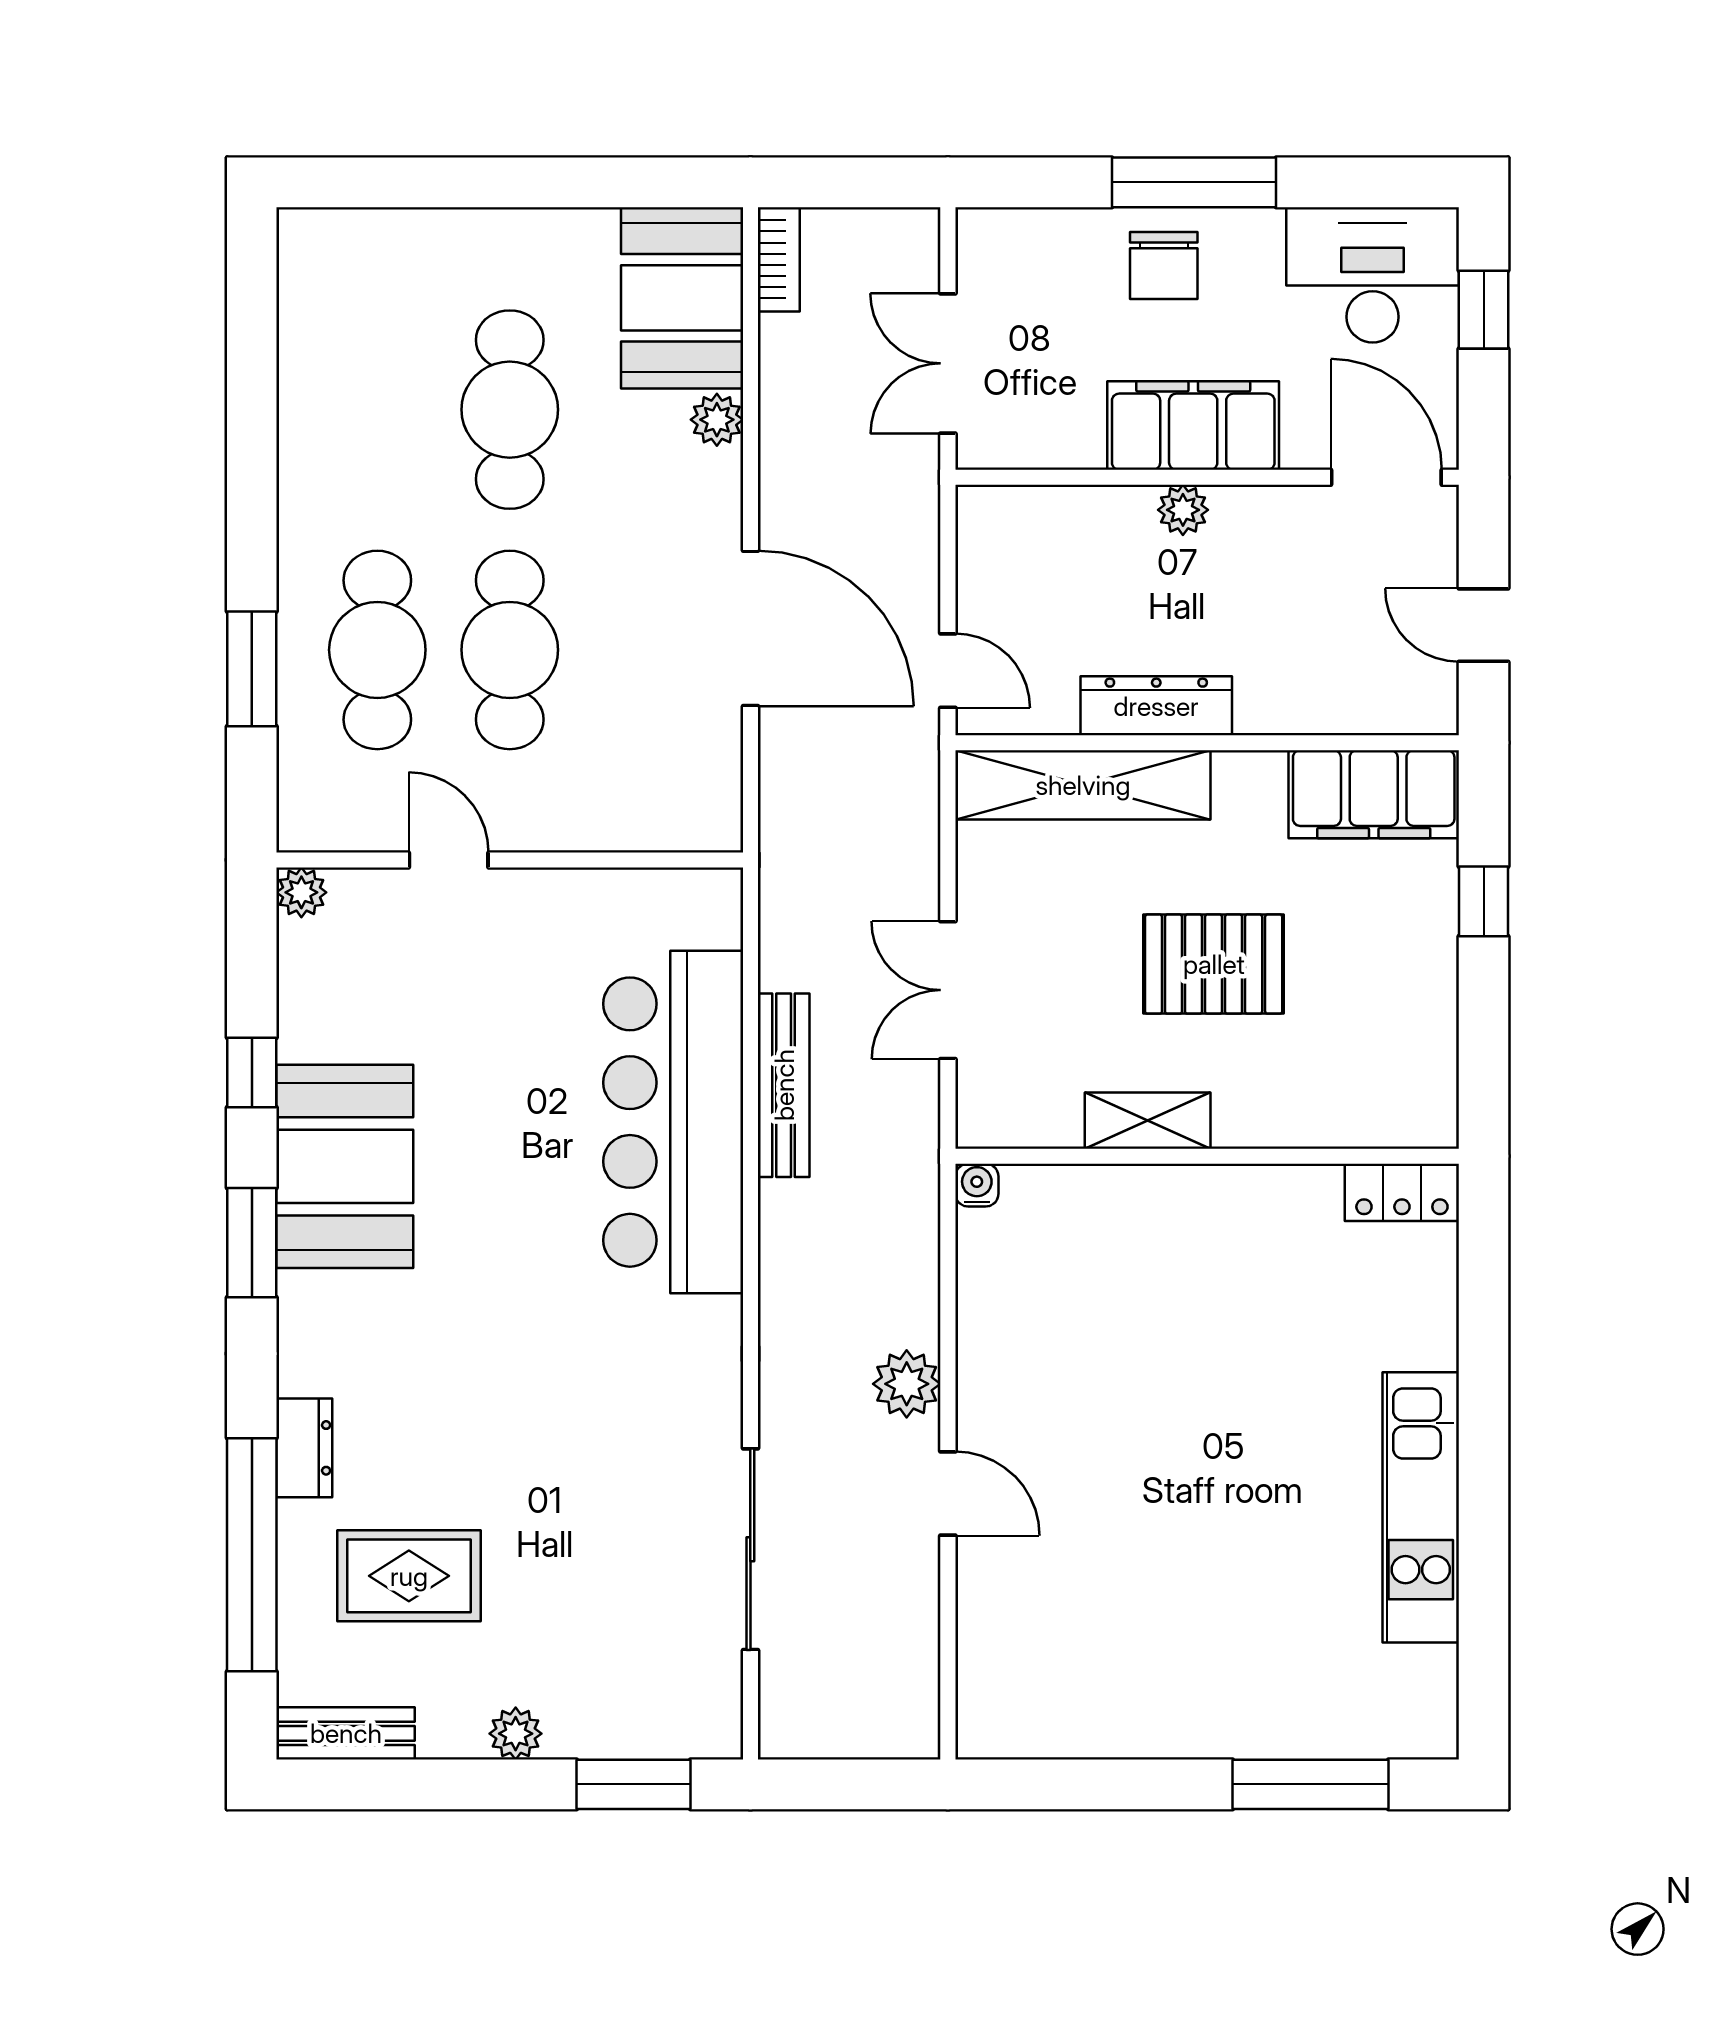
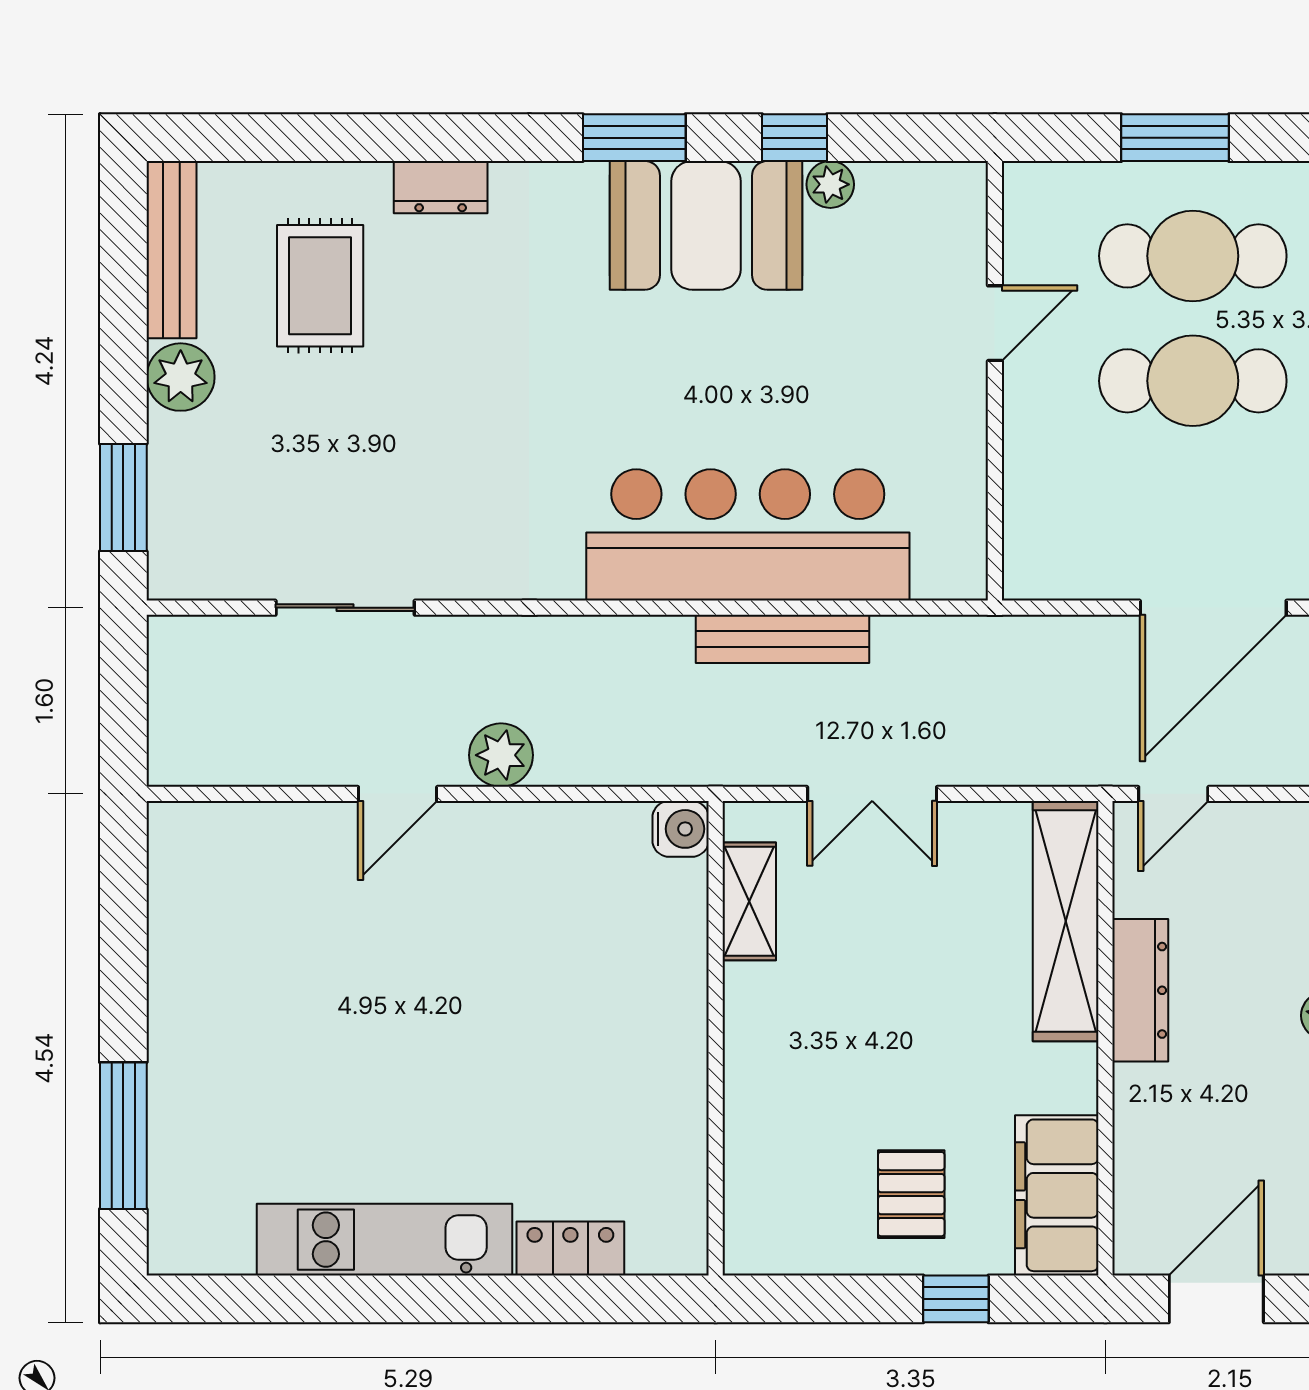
door: (1484, 625) -> (1216, 1299), width x1.37
plant: (301, 892) -> (830, 184), moved
pallet: (1214, 964) -> (911, 1194), moved, width x0.67, depth x0.71
double door: (948, 990) -> (872, 794), swing flipped
shelving: (1148, 1121) -> (749, 901), moved
water cooler: (977, 1185) -> (681, 829), width x1.38, depth x1.38
locker: (1402, 1192) -> (570, 1248), moved, turned 90
sliding door: (750, 1549) -> (345, 608), width x0.73
window: (252, 1555) -> (340, 138), removed
bench: (346, 1733) -> (171, 250), width x1.36
plant: (516, 1734) -> (181, 377), width x1.38, depth x1.38

